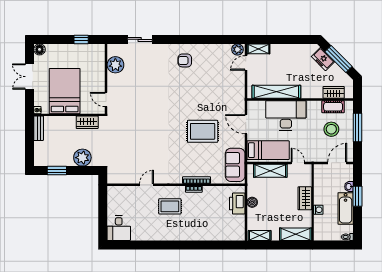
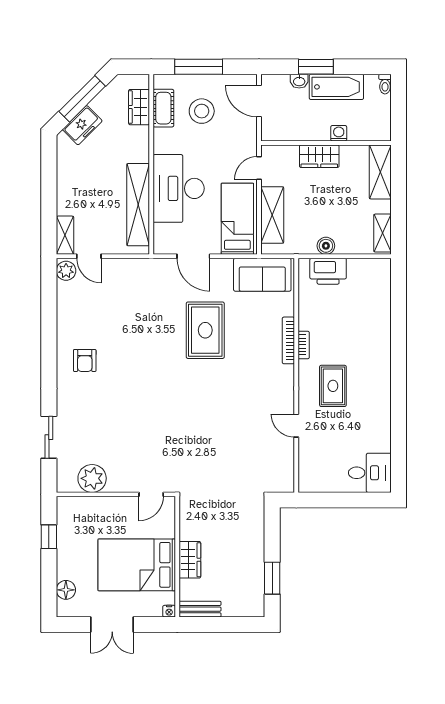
floor lamp: (40, 49) -> (66, 590), moved
wardrobe: (87, 122) -> (190, 560), moved
door: (246, 124) -> (193, 256), hinge flipped
plant: (82, 158) -> (250, 535), removed

